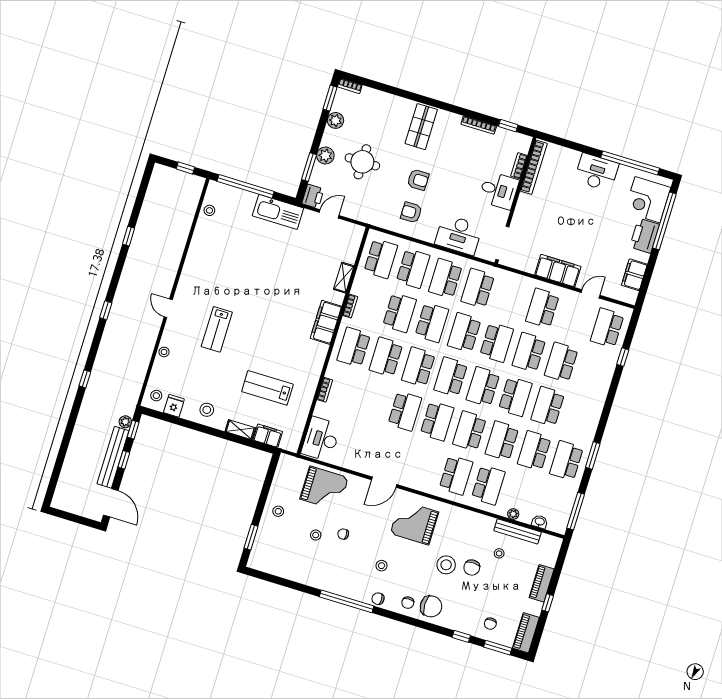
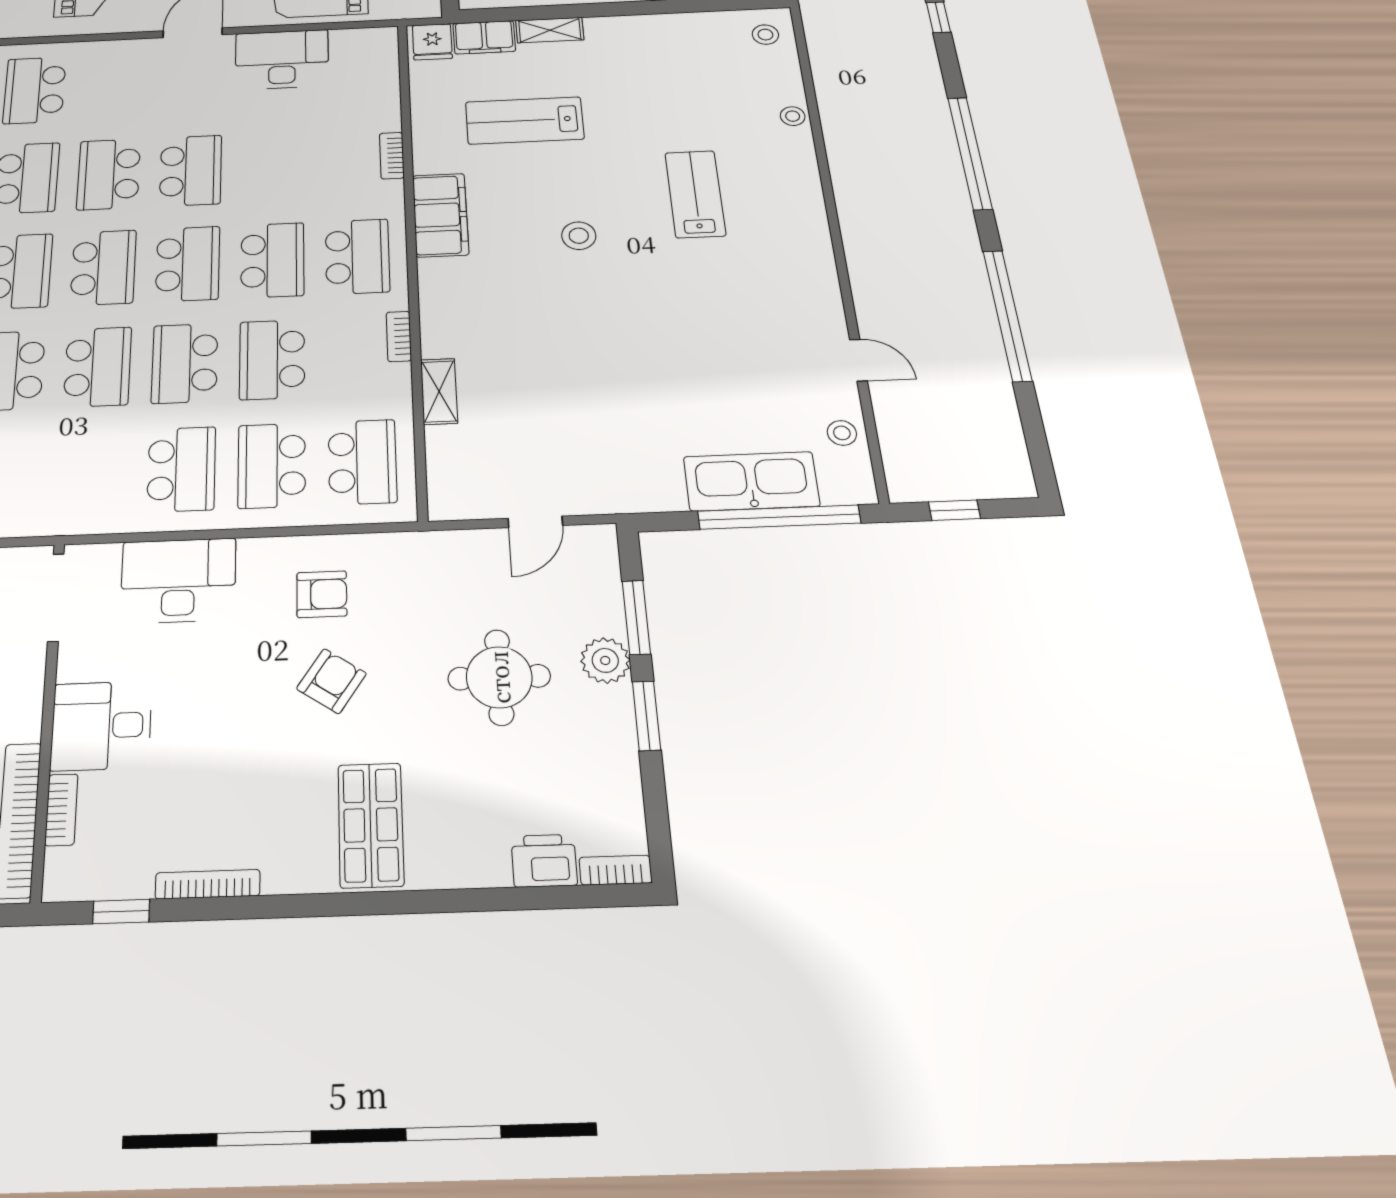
window: (330, 98) -> (646, 716), moved
plant: (335, 120) -> (616, 761), removed
armchair: (418, 180) -> (331, 681), turned 124
printer: (313, 196) -> (544, 861), moved, turned 90
kitchen sink: (278, 212) -> (751, 481), moved
window: (129, 236) -> (1007, 315), width x3.17
school desk: (381, 259) -> (362, 462), turned 180
school desk: (478, 288) -> (91, 473), removed
door: (168, 308) -> (858, 360), moved
window: (106, 310) -> (970, 153), width x3.17
filing cabinet: (326, 322) -> (440, 215), moved
lab bench: (267, 388) -> (525, 120), turned 180
fridge: (174, 406) -> (432, 42), moved
stool: (207, 410) -> (579, 236), moved
school desk: (405, 411) -> (191, 171), turned 180
desk: (321, 439) -> (282, 60), moved, turned -90

